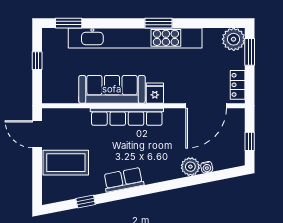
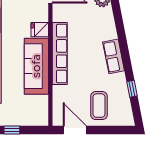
door: (37, 134) -> (75, 130), swing flipped
coffee table: (66, 163) -> (99, 106), width x0.73, depth x0.76

